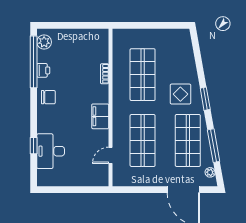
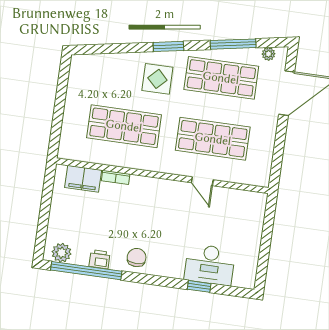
filing cabinet: (100, 116) -> (83, 179), moved
door: (110, 155) -> (202, 181), moved

